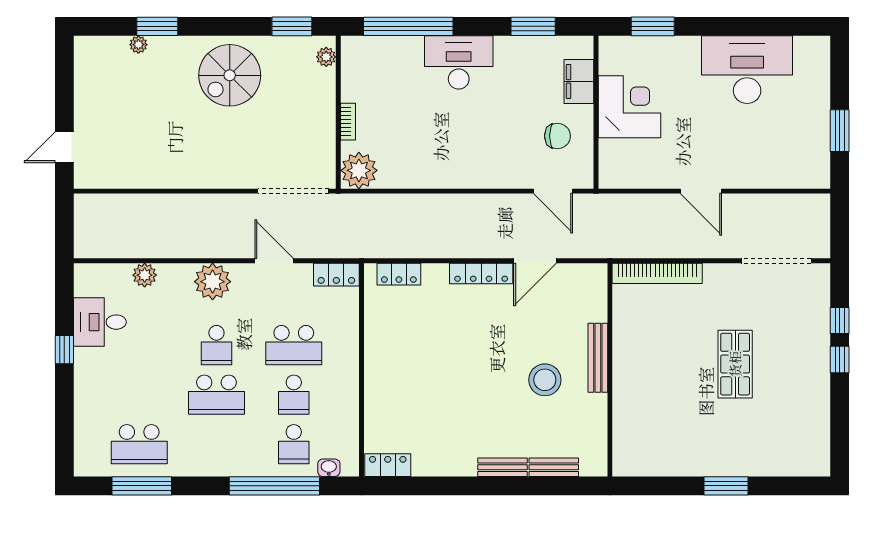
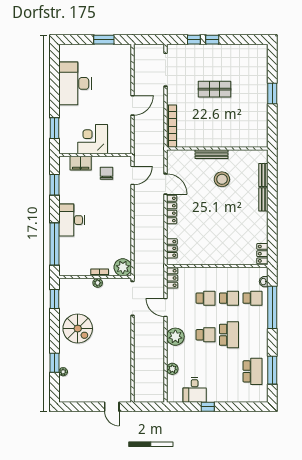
plant: (326, 57) -> (98, 283), moved
door: (274, 261) -> (166, 308), hinge flipped
school desk: (294, 345) -> (205, 298), width x0.54

